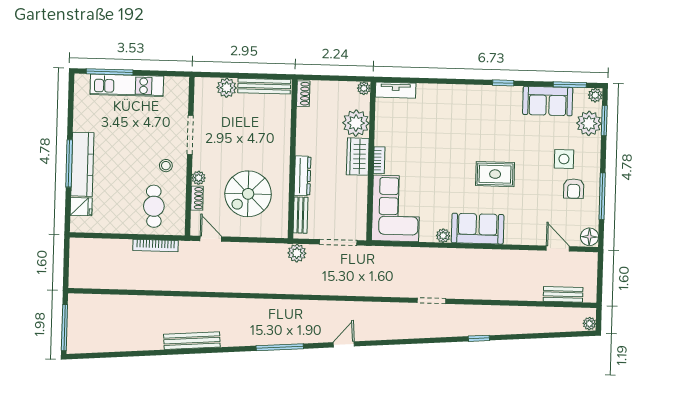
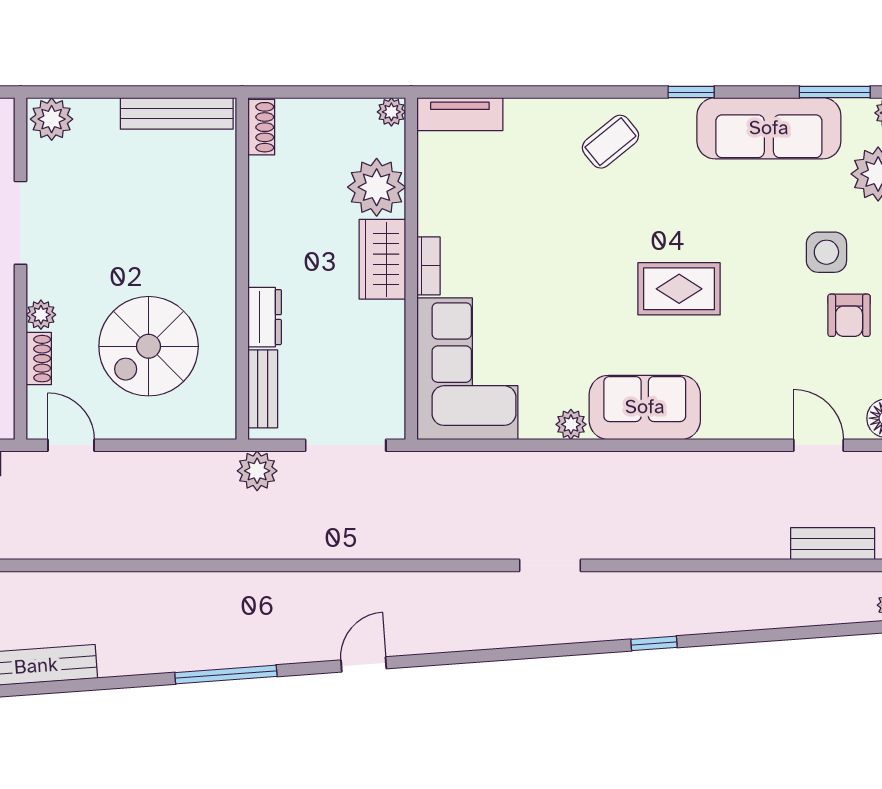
plant: (227, 88) -> (52, 119), moved
sofa: (548, 101) -> (769, 128), width x1.36
coffee table: (465, 105) -> (610, 142), added
dresser: (302, 176) -> (265, 317), width x0.70

